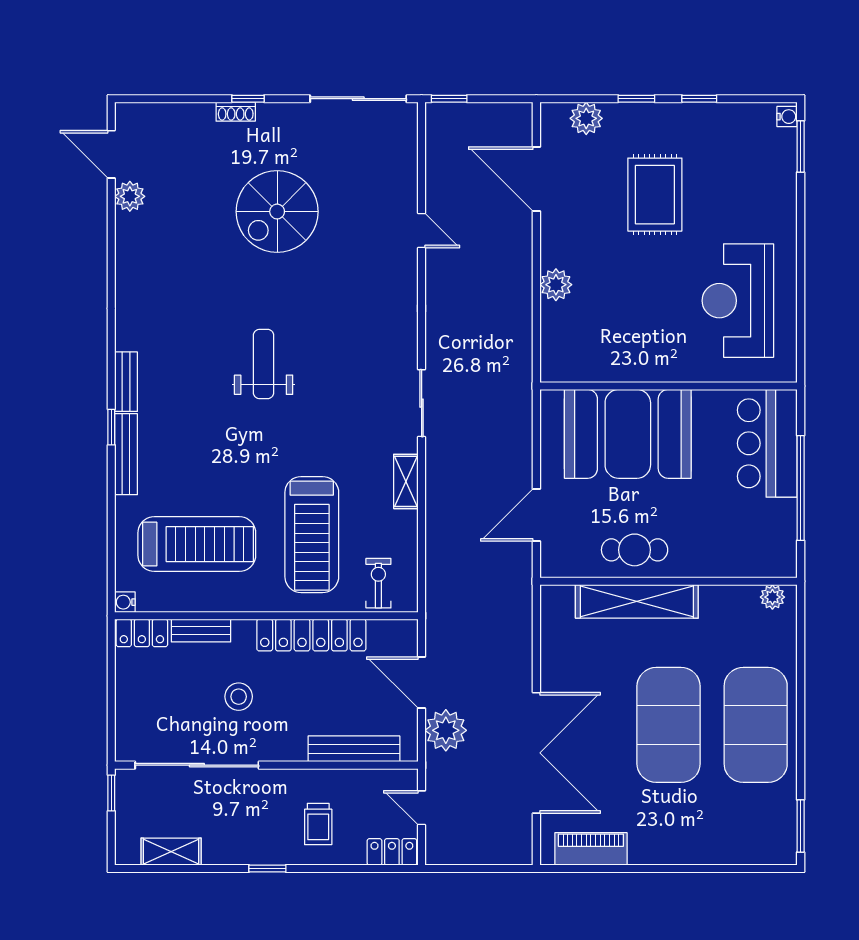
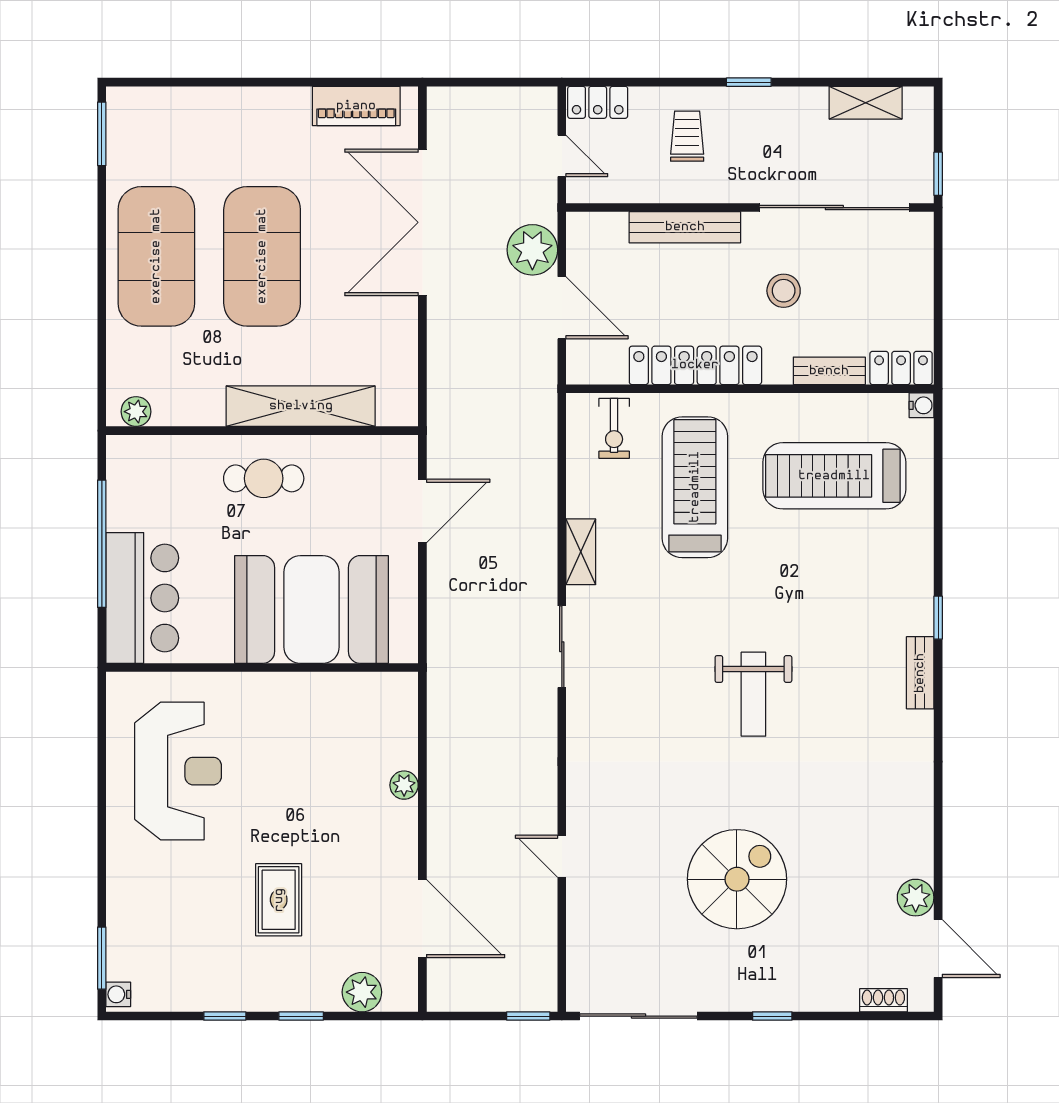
shoe rack: (236, 112) -> (883, 1000), moved
rug: (655, 195) -> (279, 900), width x0.73, depth x0.70
plant: (556, 285) -> (404, 785), width x0.73, depth x0.73
bench: (126, 454) -> (920, 585), removed
cafe table: (635, 550) -> (264, 478), moved
bench: (354, 749) -> (685, 227), moved

